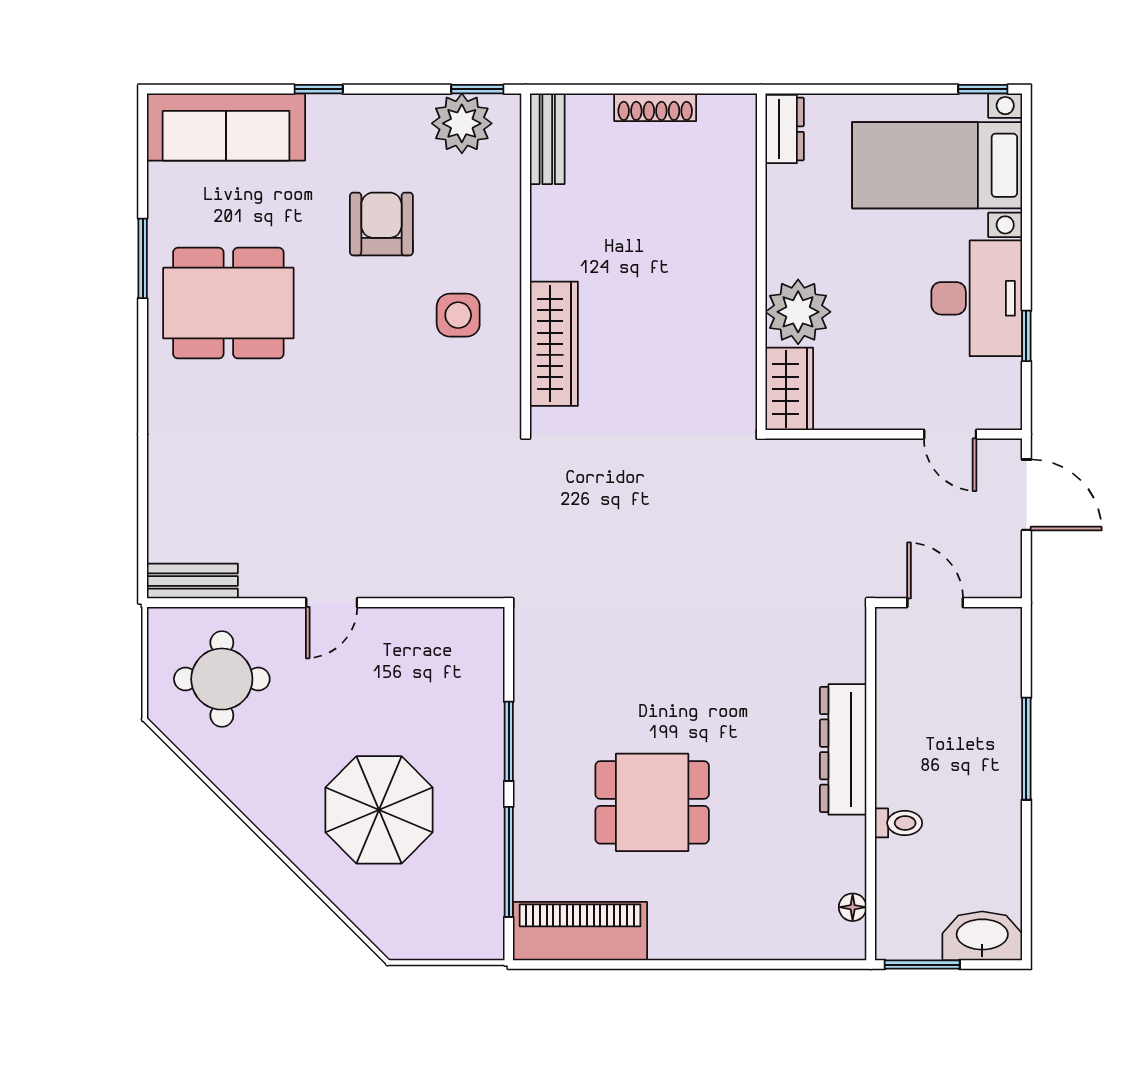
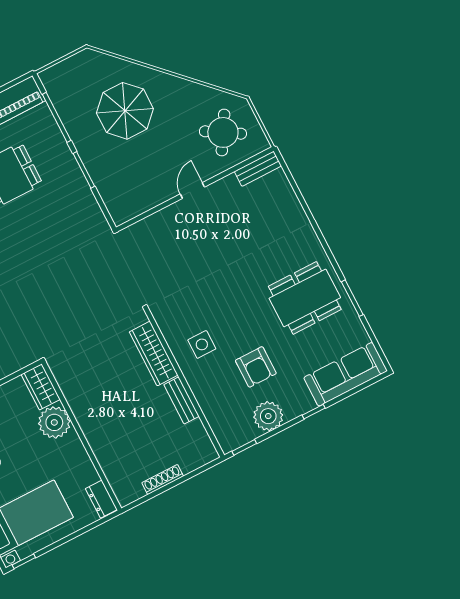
plant: (462, 123) -> (268, 416), moved
bench: (547, 139) -> (182, 400), moved
round table: (222, 679) -> (223, 132), turned 31

